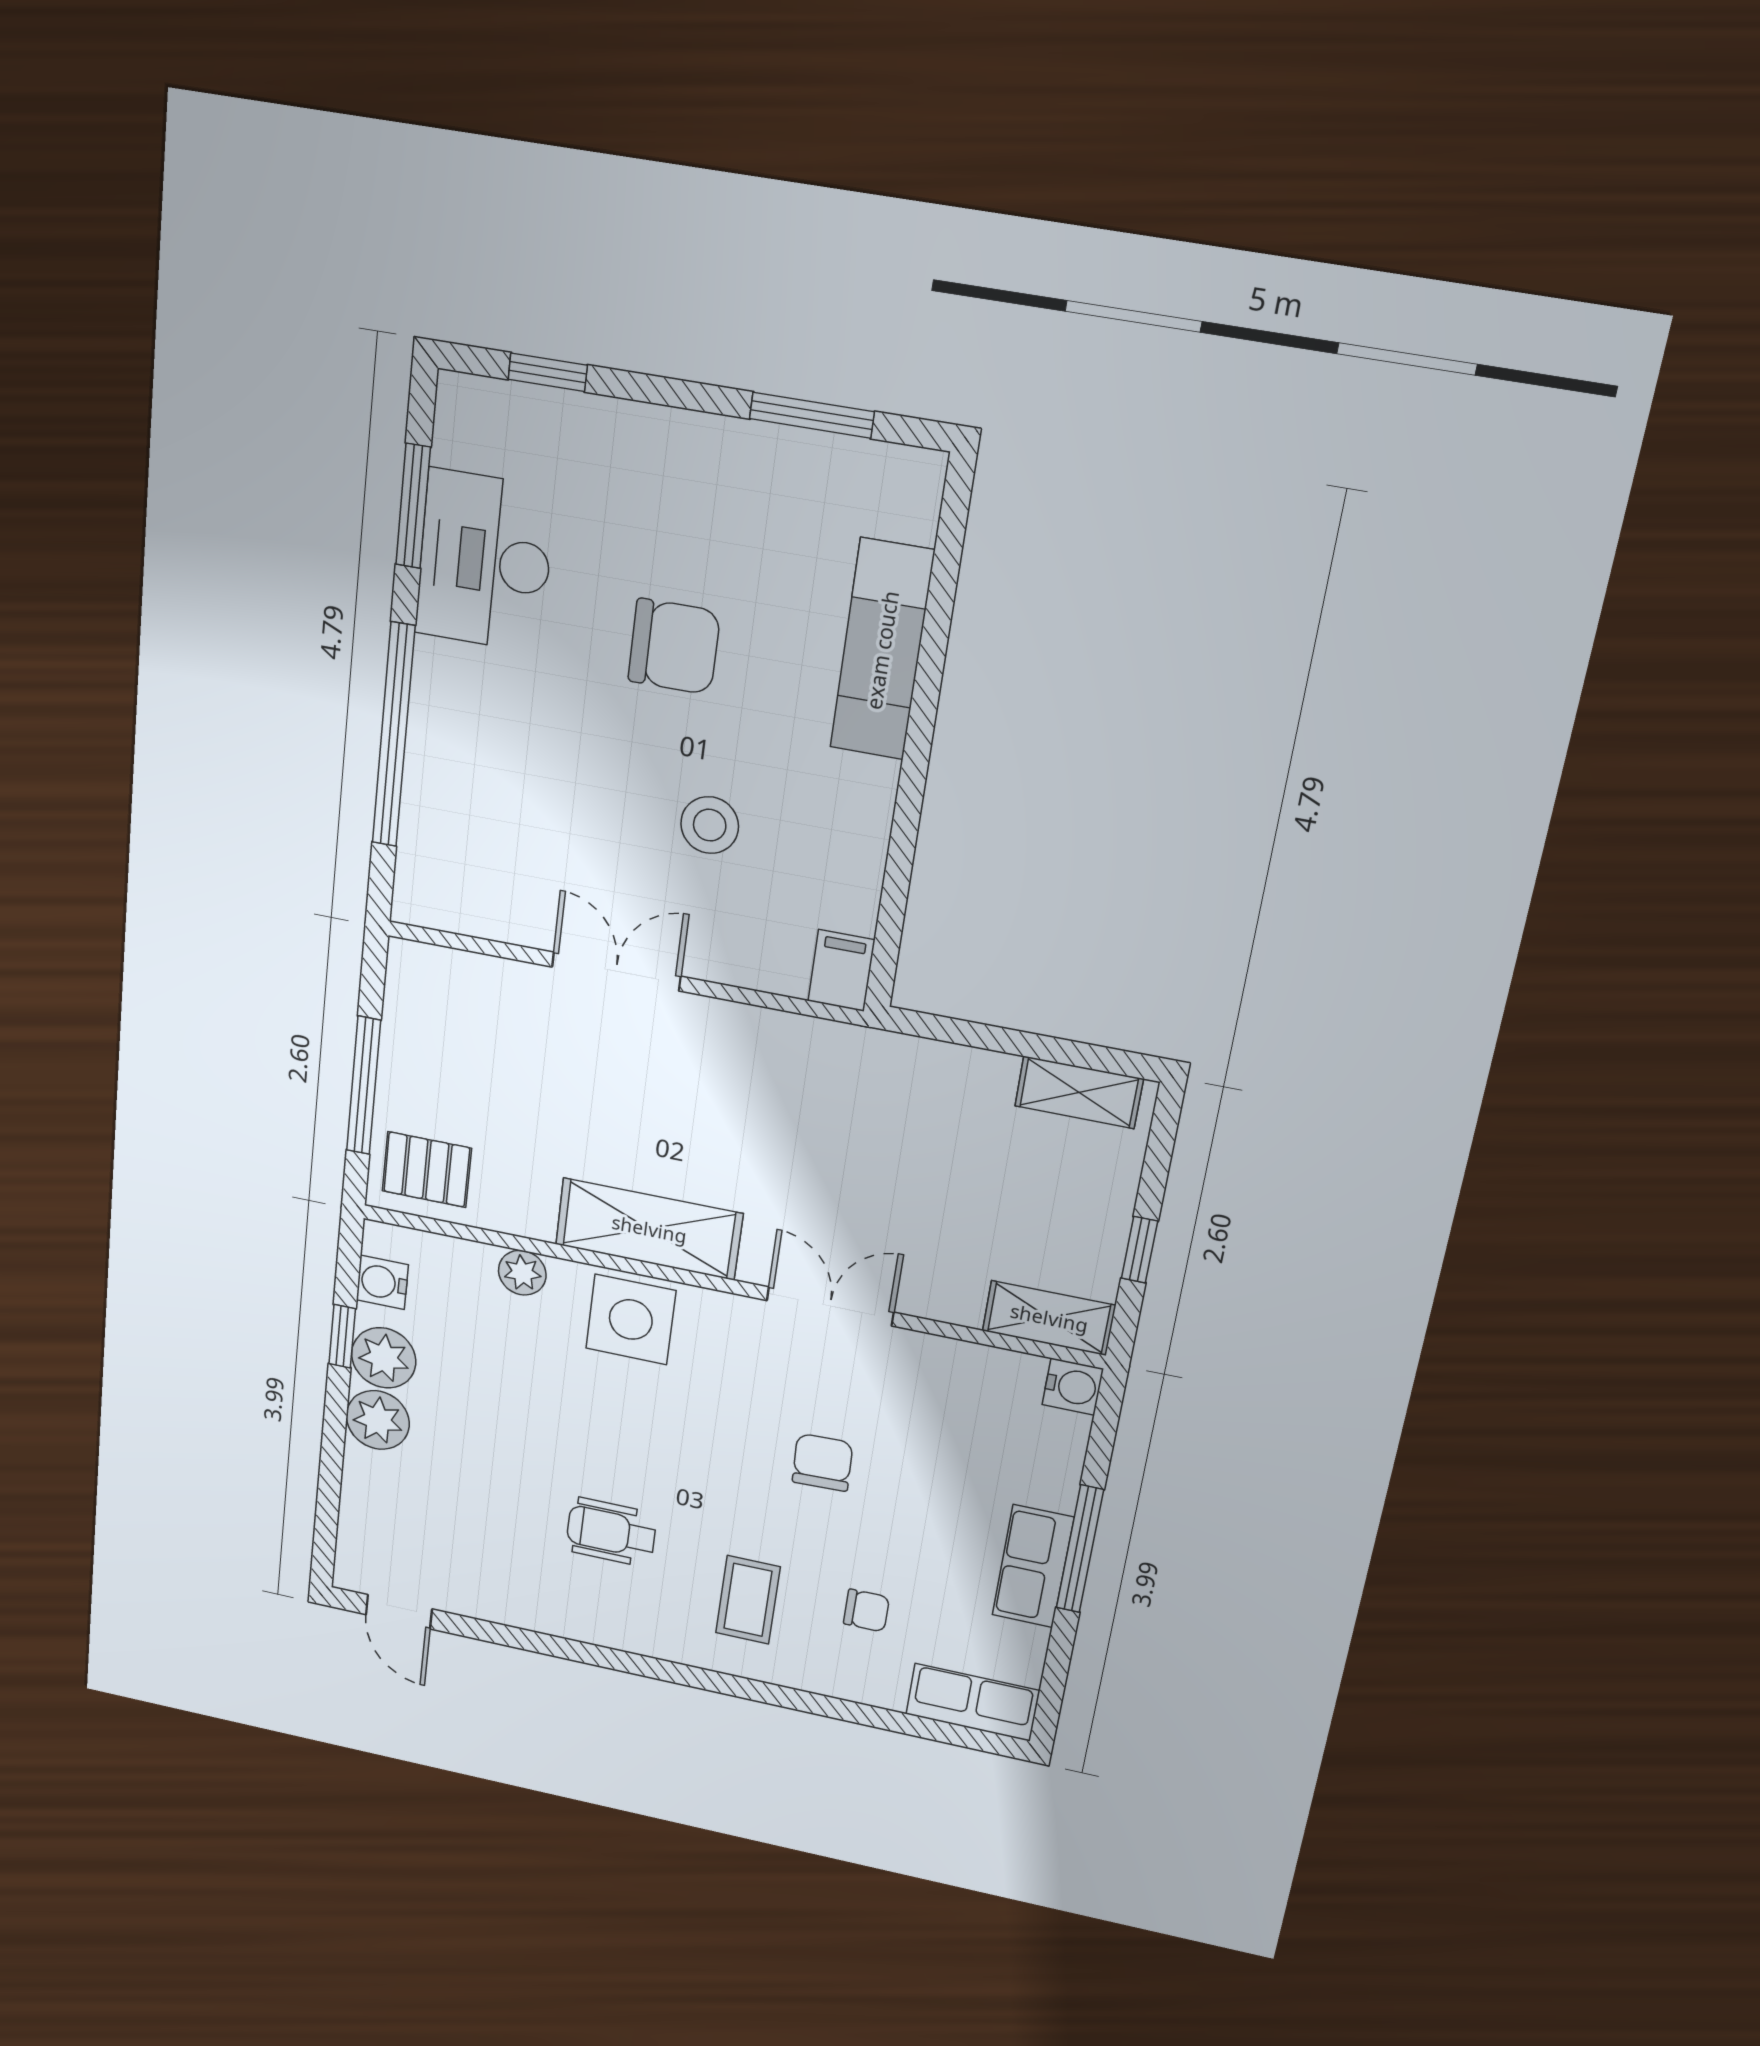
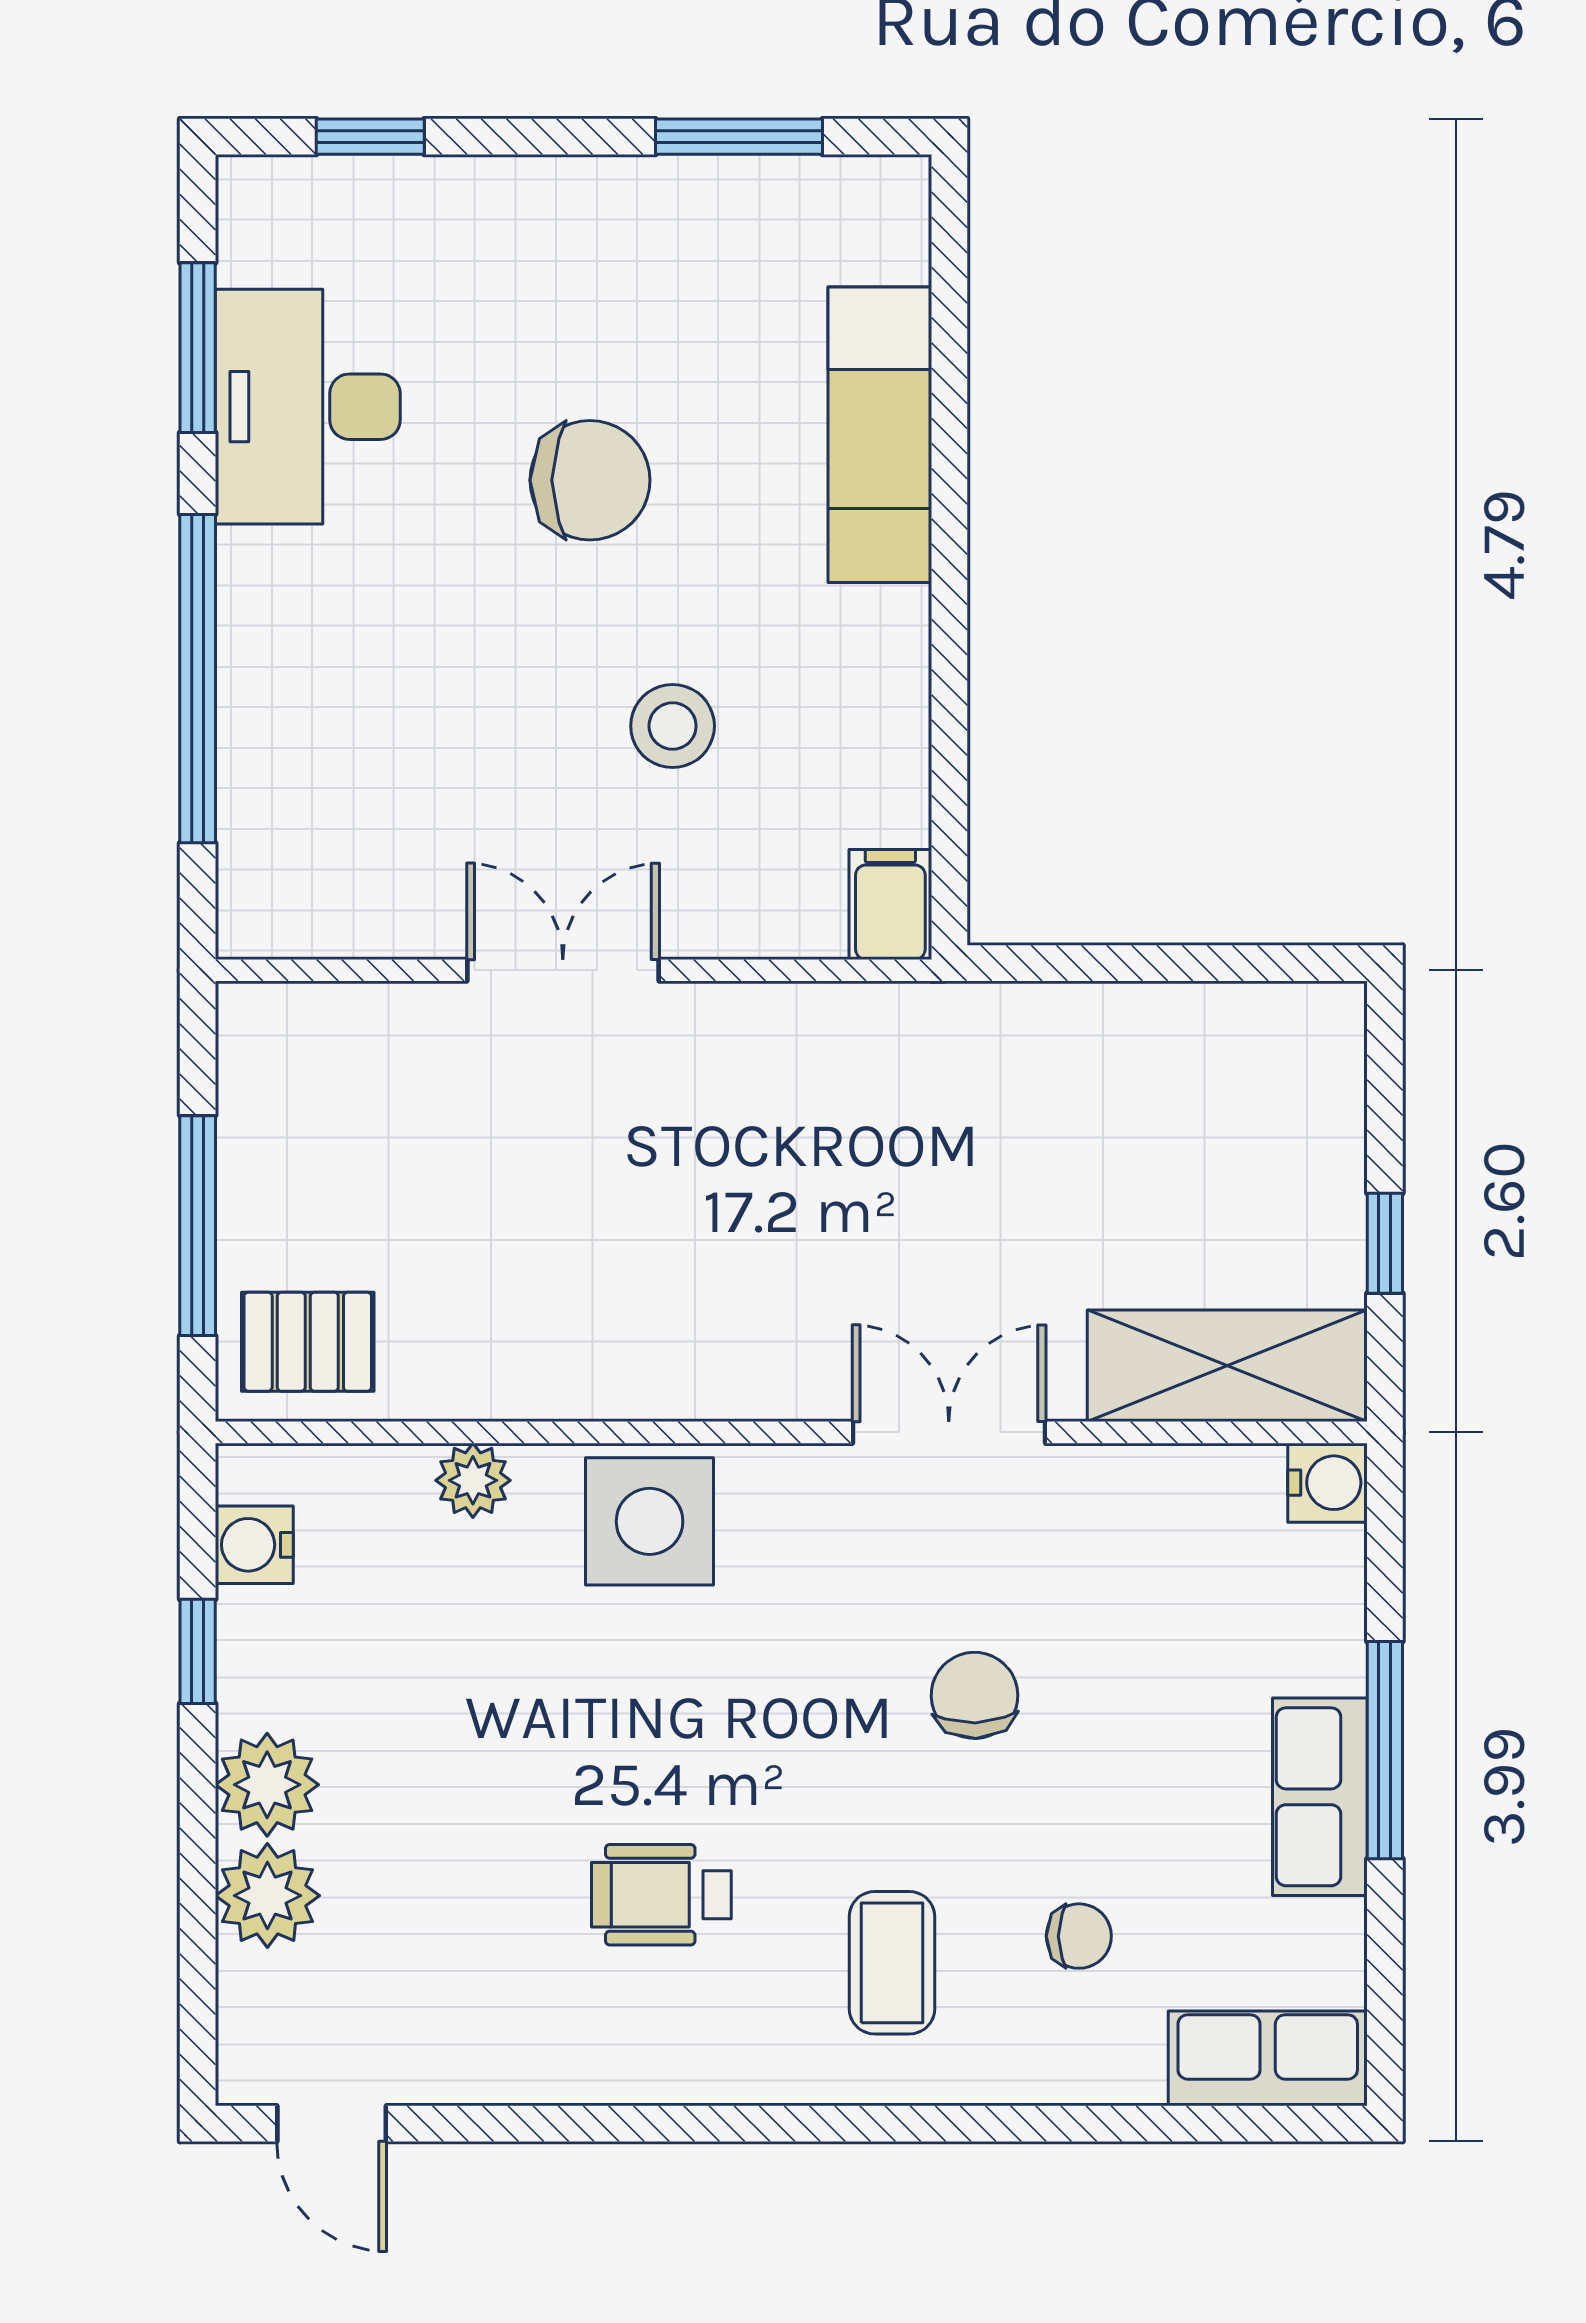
shelving: (1079, 1092) -> (1256, 1020), removed
shelving: (649, 1229) -> (659, 1366), removed
shelving: (1049, 1318) -> (1227, 1366), width x1.50, depth x1.33
plant: (384, 1358) -> (267, 1896), moved

